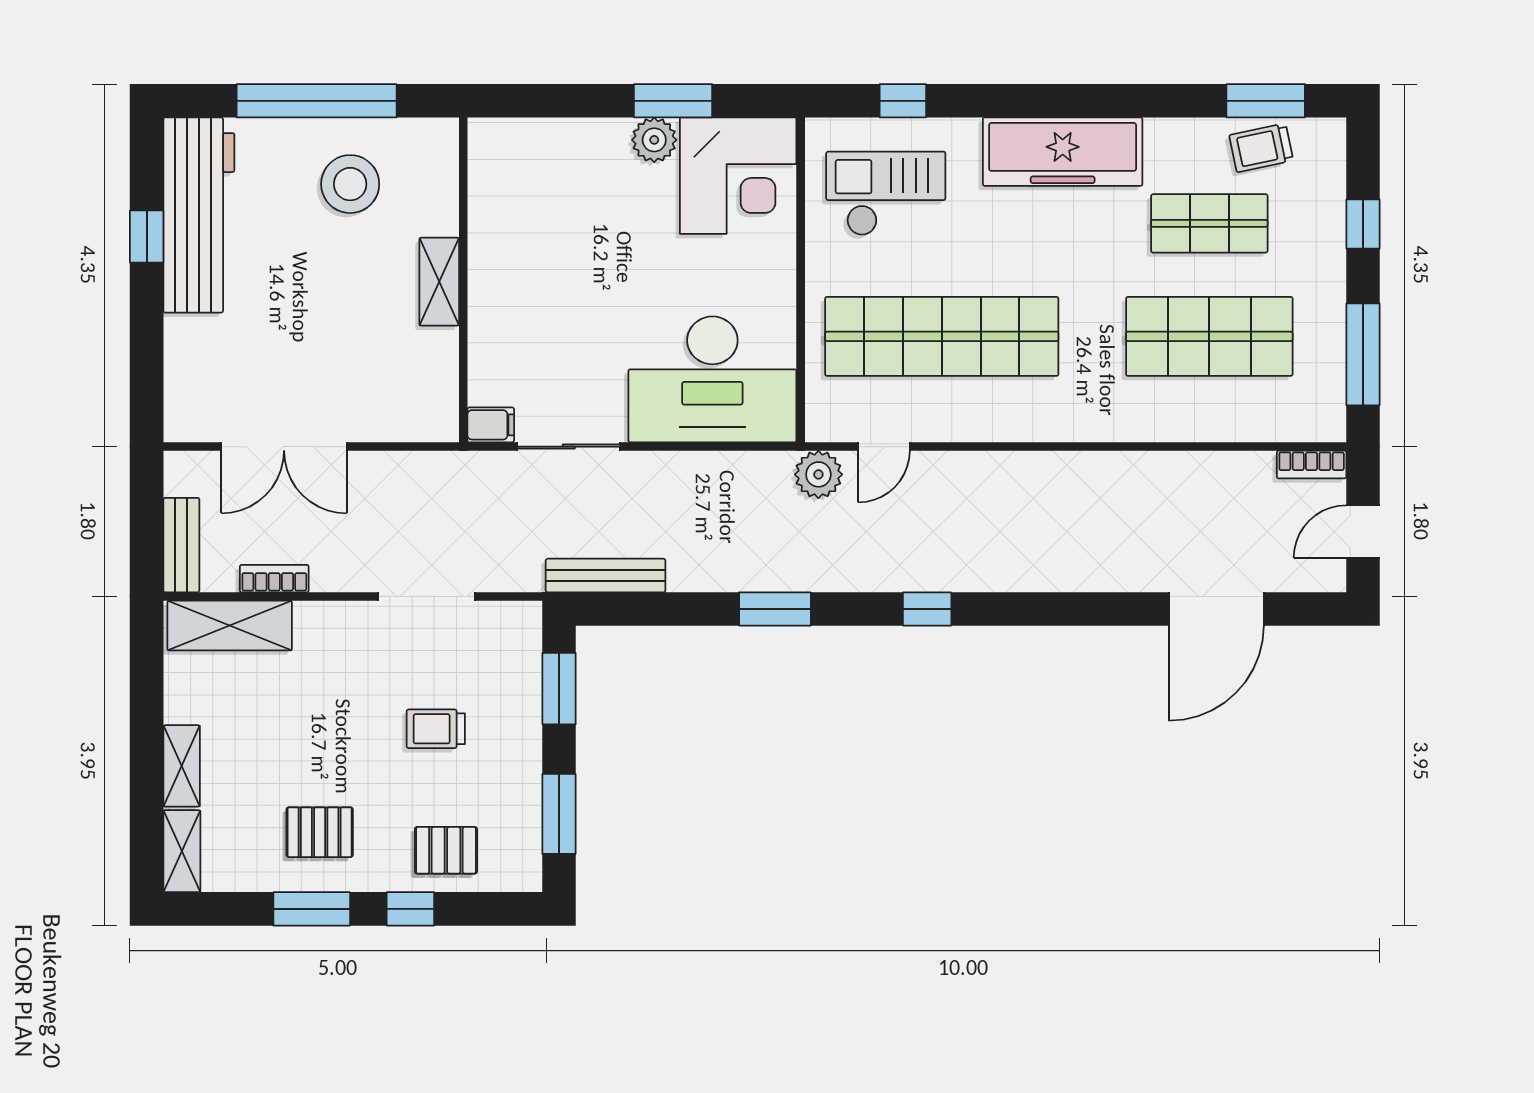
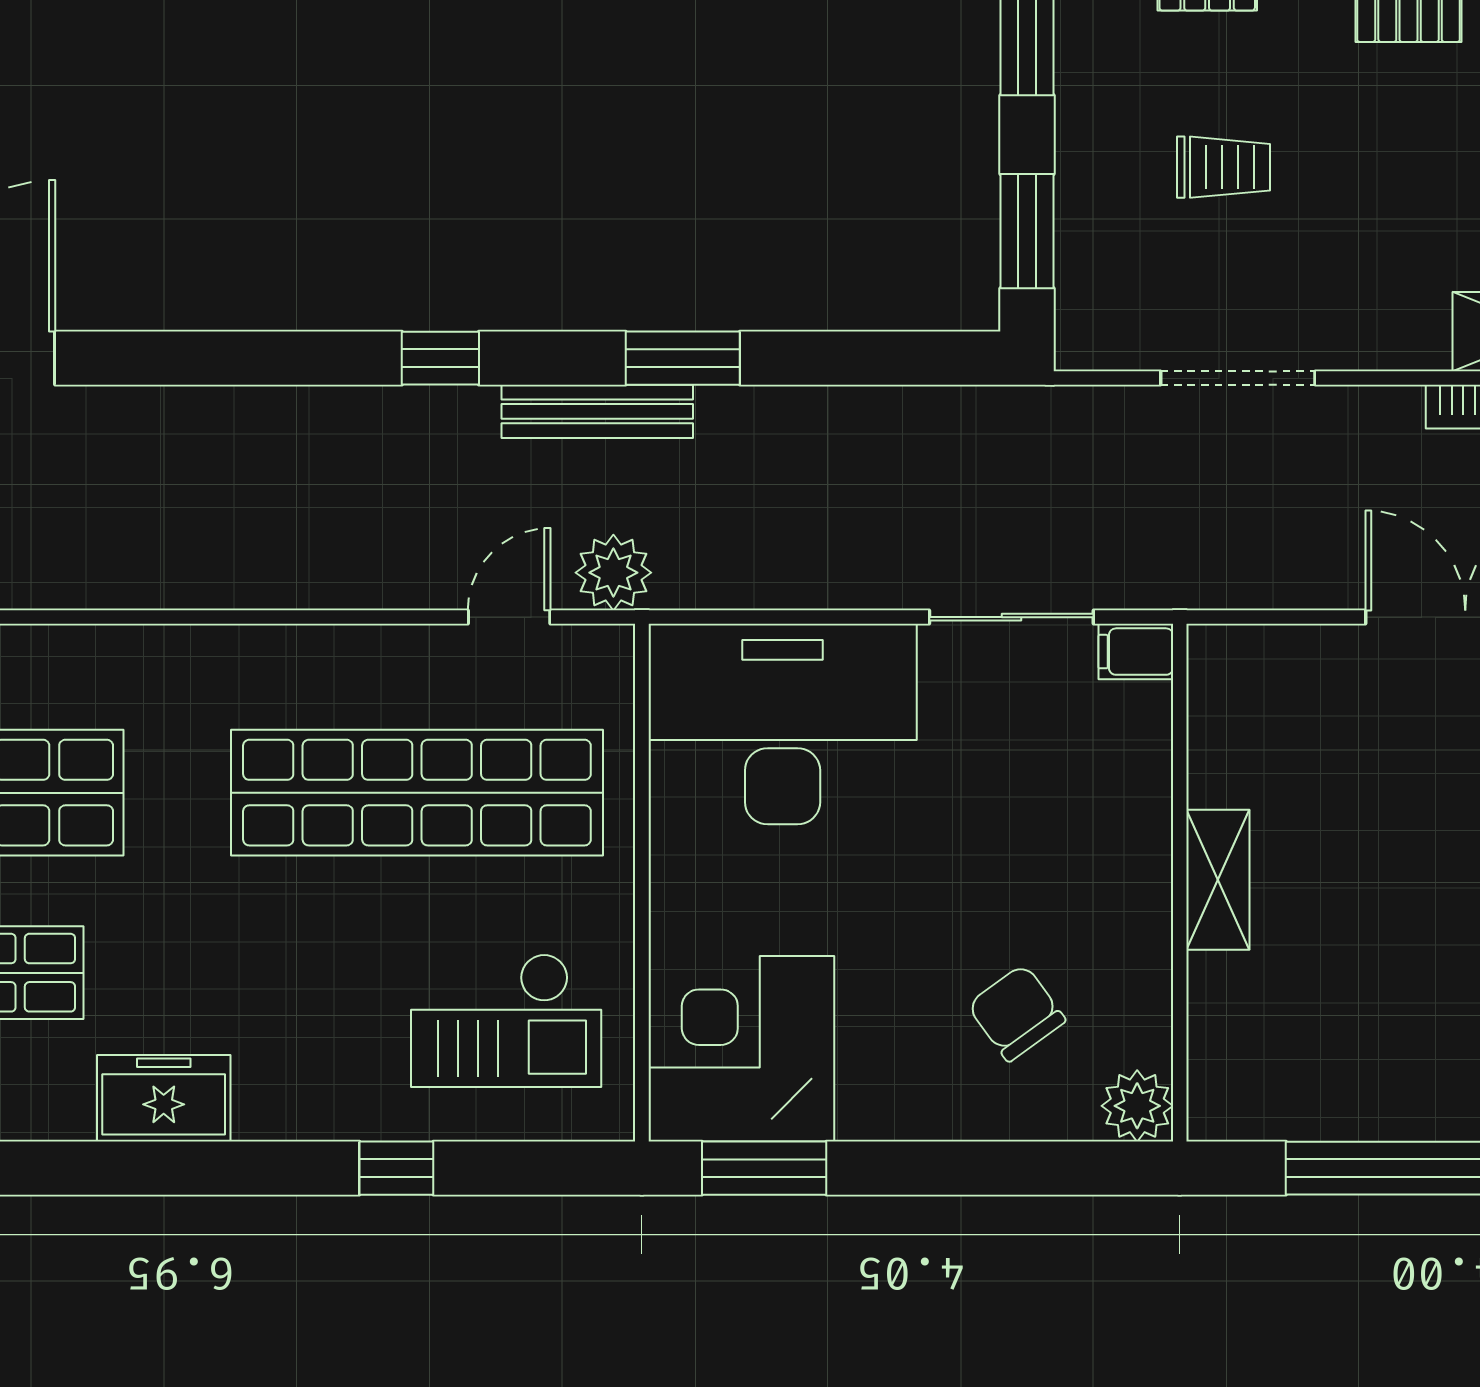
window: (673, 101) -> (764, 1168), moved
window: (903, 101) -> (396, 1168), moved
plant: (654, 140) -> (1137, 1106), moved
freezer: (1063, 152) -> (164, 1098), width x0.52, depth x0.79
stool: (350, 184) -> (1360, 1035), removed
chair: (566, 198) -> (1016, 1013), added
bench: (606, 576) -> (597, 411), moved

